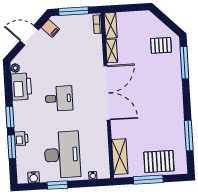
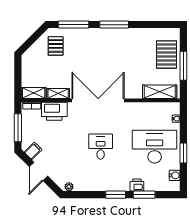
printer: (21, 87) -> (54, 111), moved, turned 180
window: (189, 136) -> (114, 25), moved

